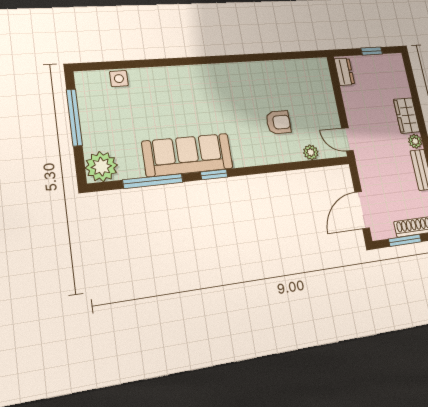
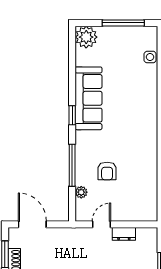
dresser: (344, 72) -> (124, 234), moved
door: (347, 139) -> (101, 224), moved
window: (153, 181) -> (72, 165), moved

